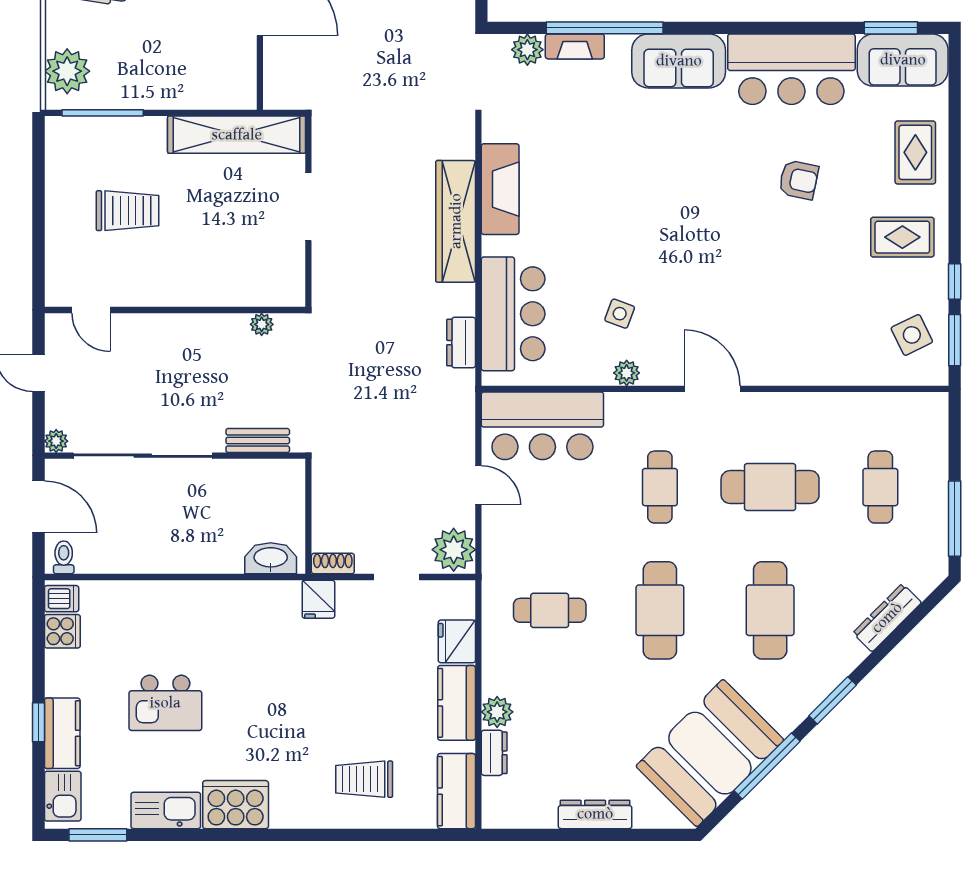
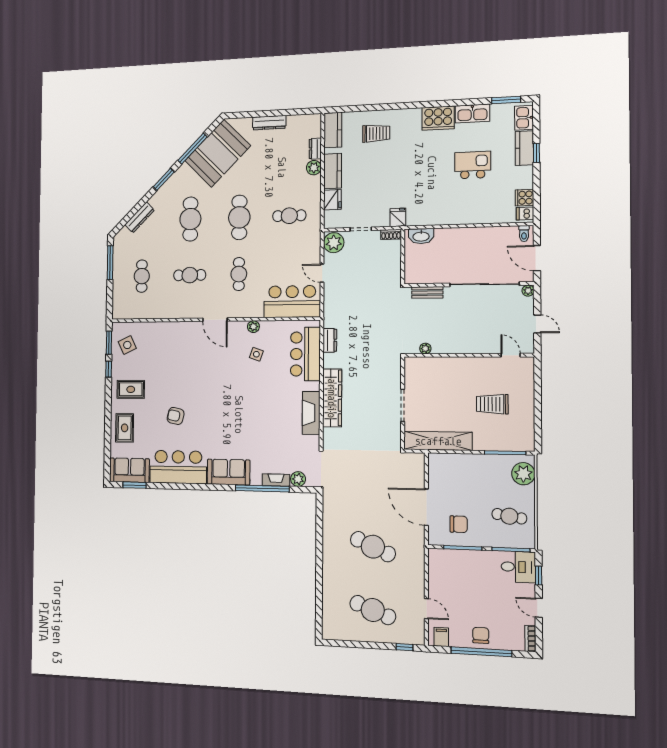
cafe table: (770, 487) -> (190, 275), width x0.73, depth x0.74

